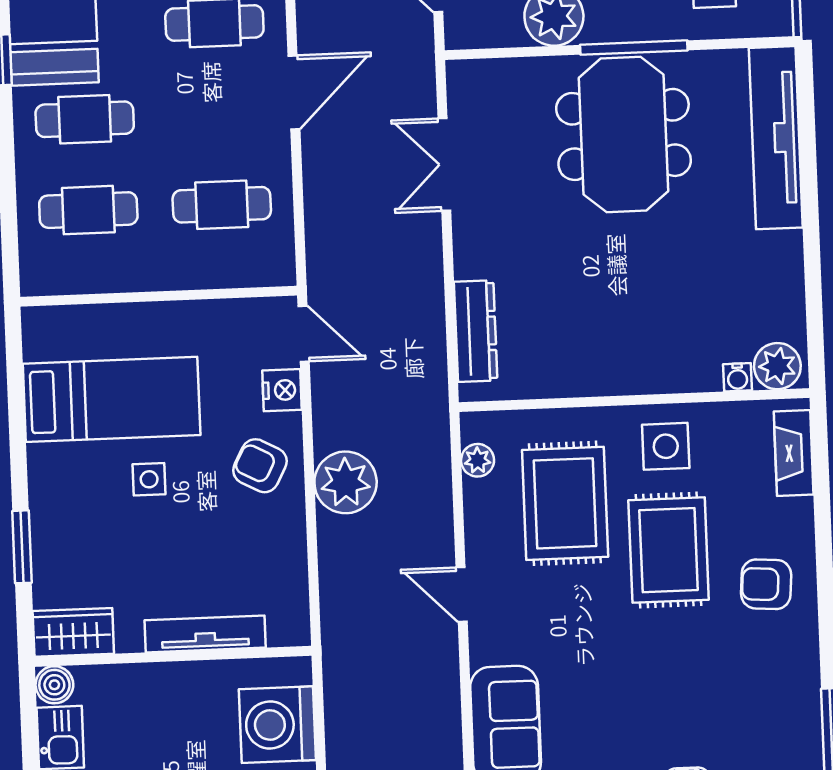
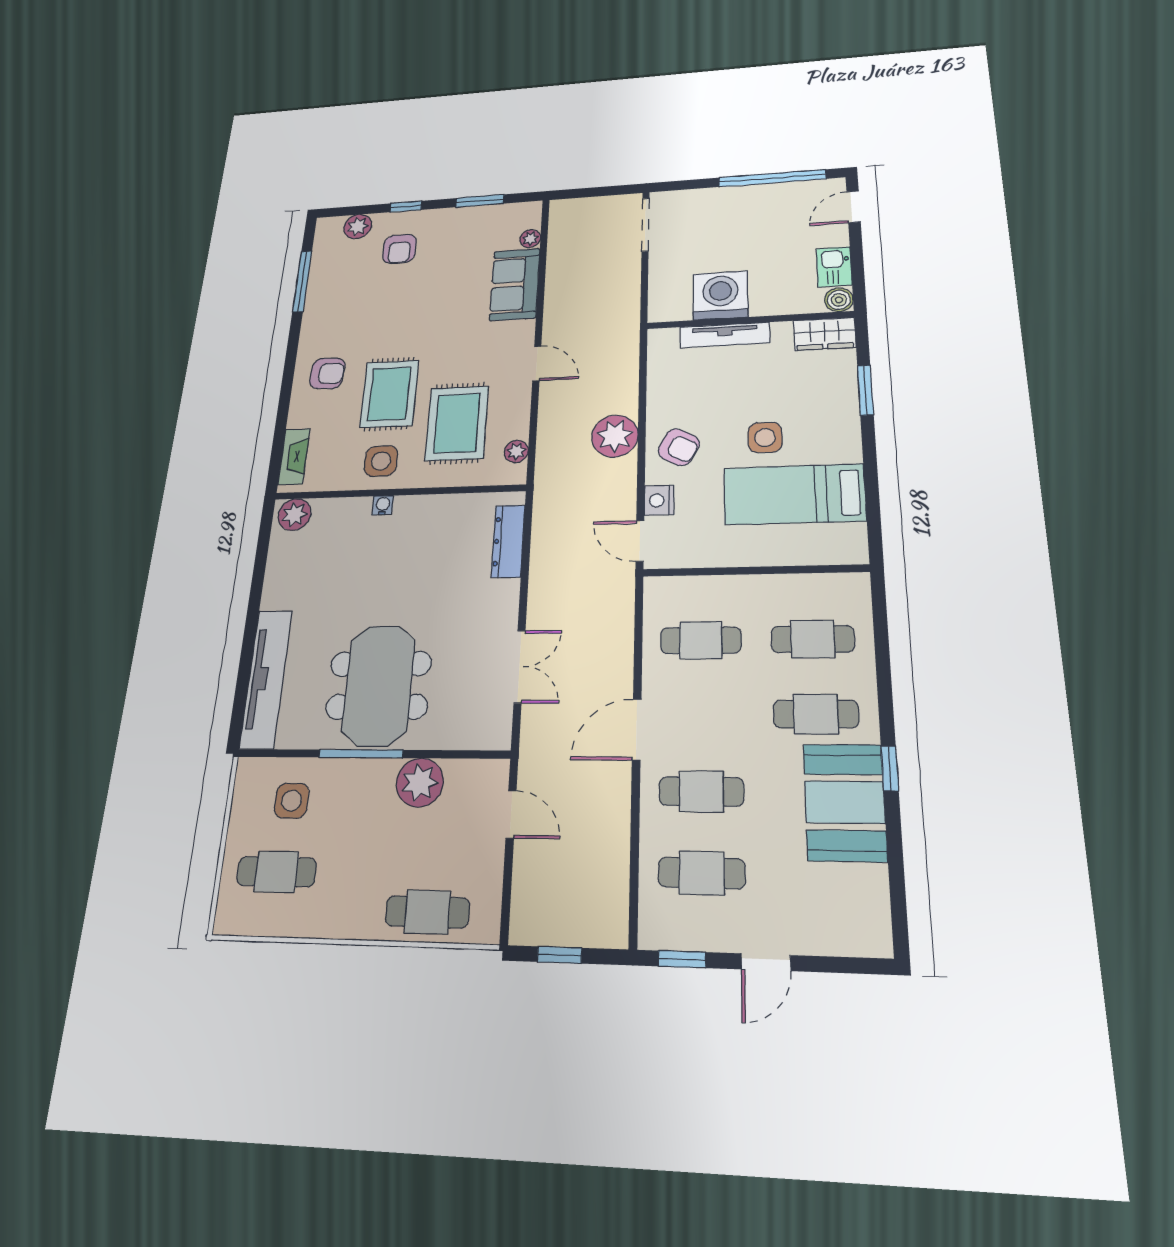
water cooler: (737, 377) -> (383, 505), moved
side table: (149, 479) -> (765, 437), width x1.37, depth x1.37
washing machine: (277, 725) -> (720, 295), moved, turned -90

